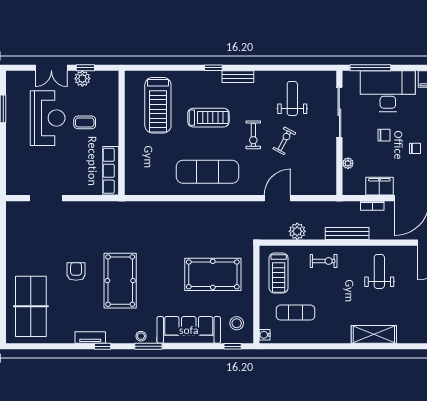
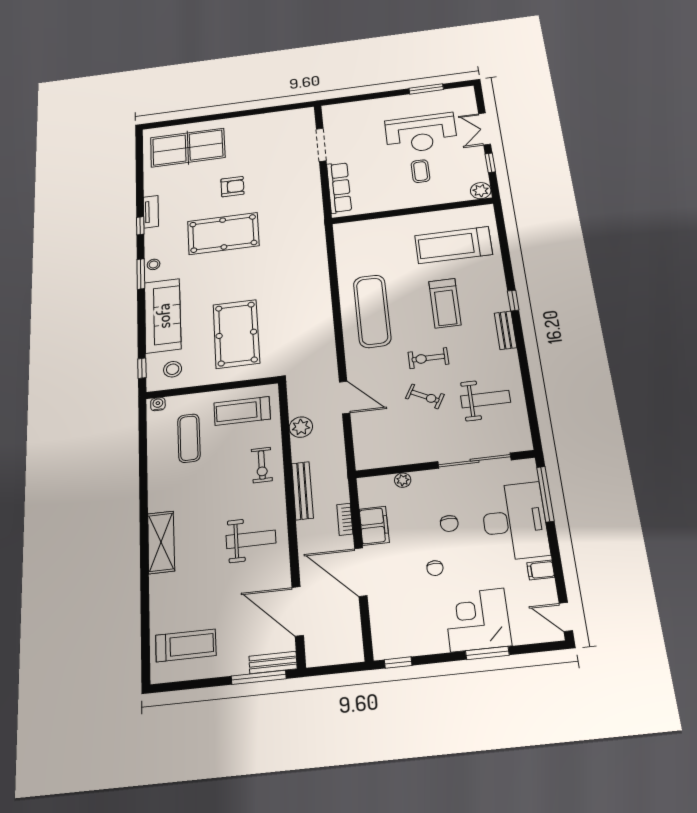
plant: (82, 79) -> (481, 191), moved
row of seats: (111, 171) -> (339, 188), moved, turned 90

